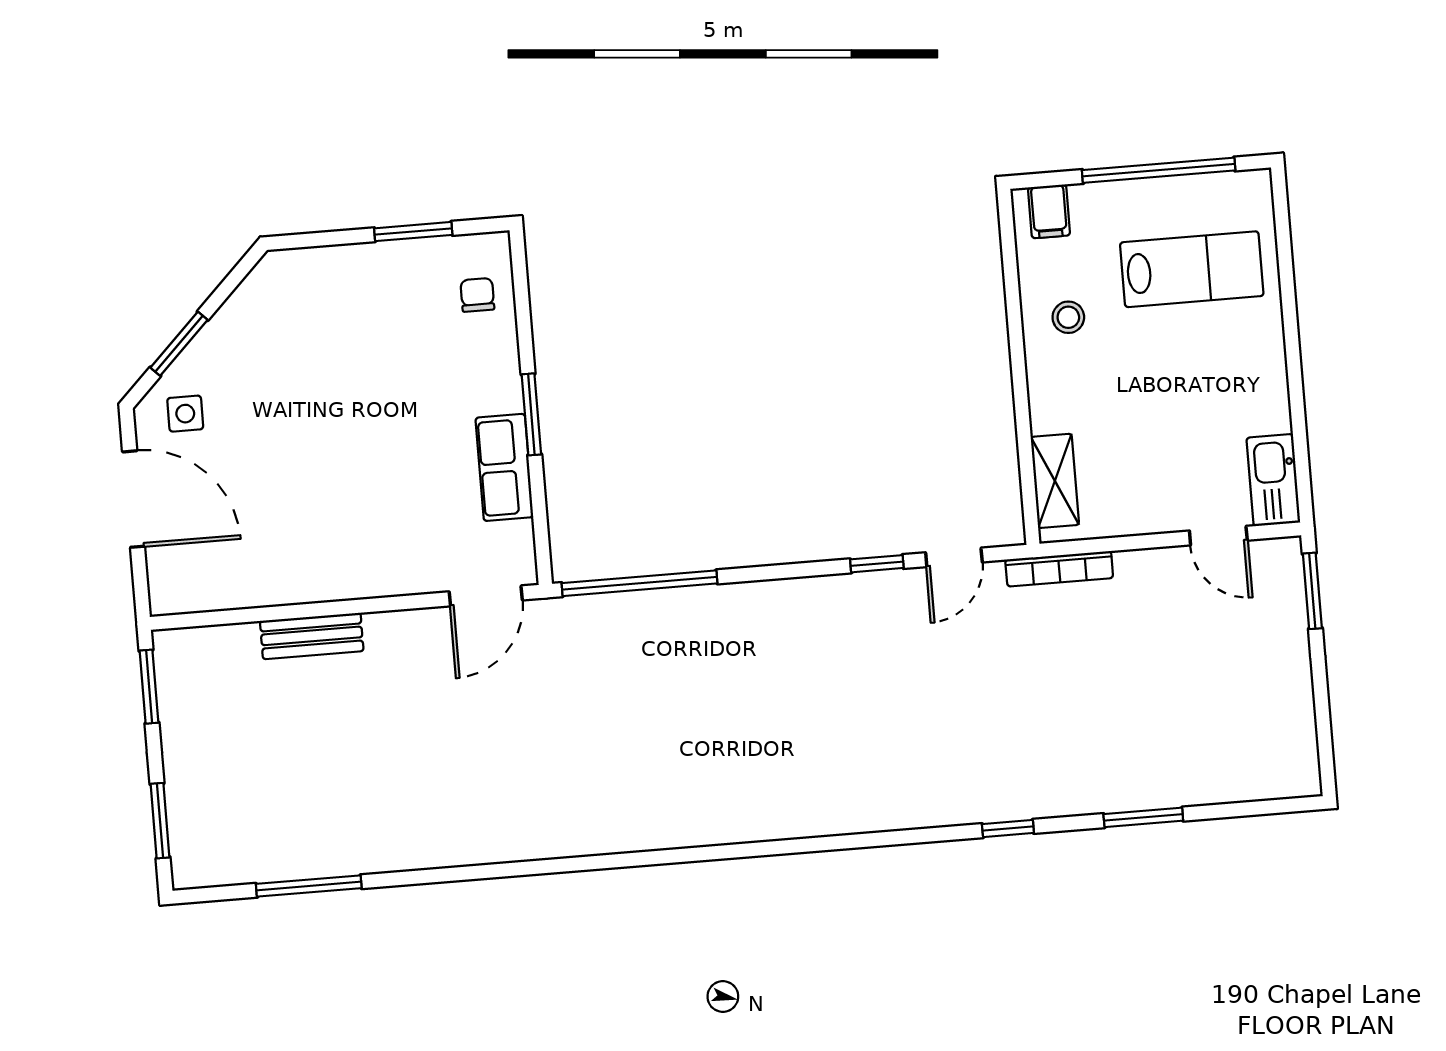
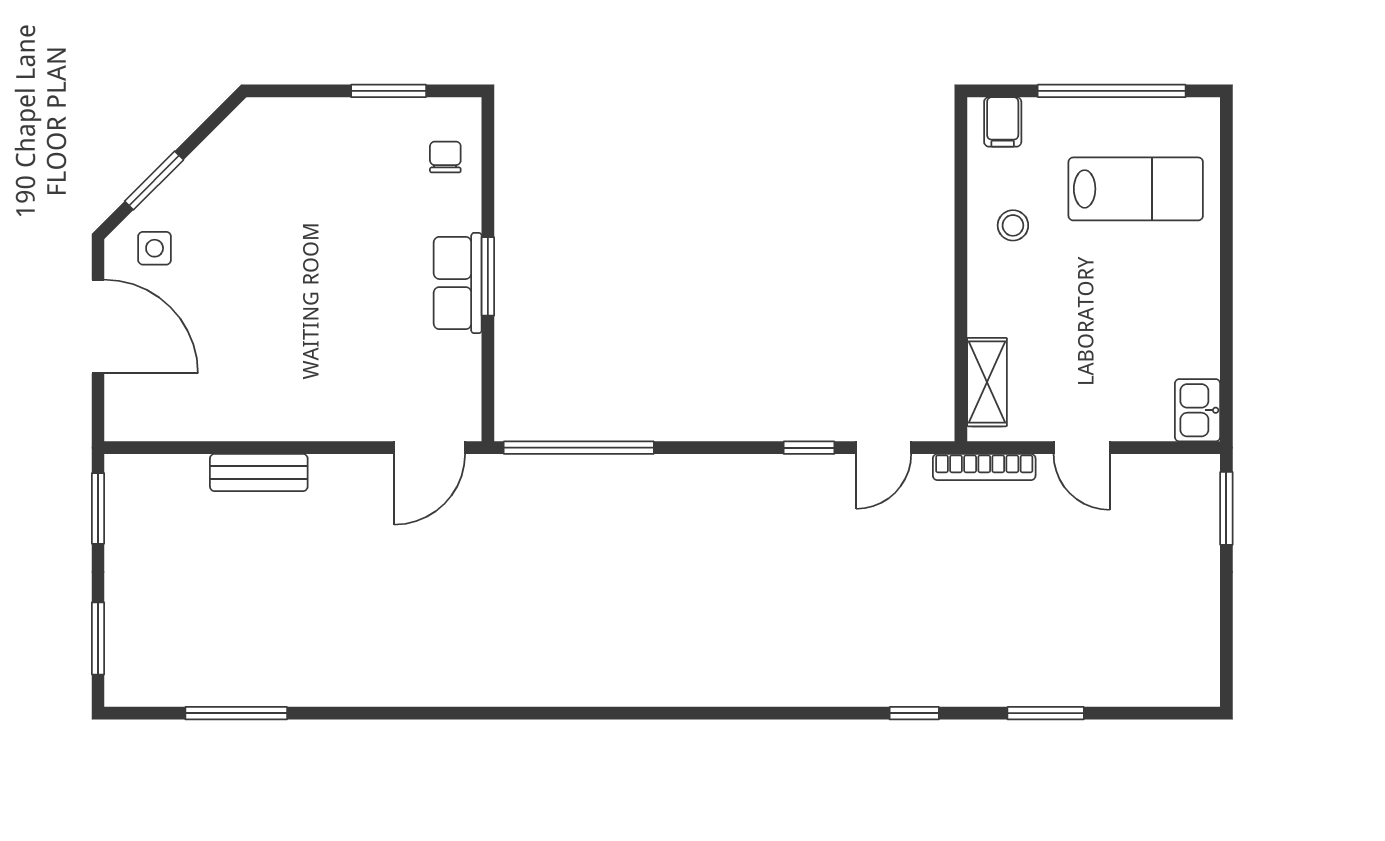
row of seats: (504, 467) -> (458, 283), moved
kitchen sink: (1273, 480) -> (1198, 410), width x0.73
door: (1218, 536) -> (1082, 448), moved

